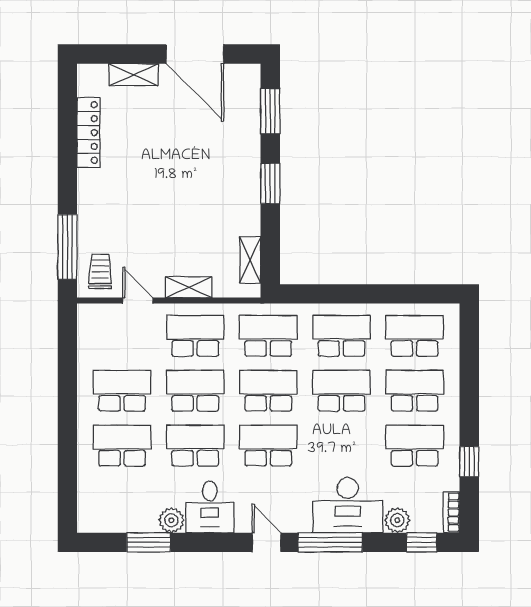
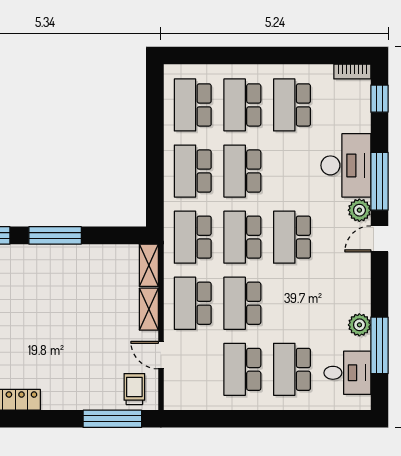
window: (270, 184) -> (55, 235), width x1.44
shelving: (250, 260) -> (149, 265), moved, turned 90
trolley: (100, 271) -> (134, 389), turned 90
door: (138, 301) -> (161, 355), hinge flipped
school desk: (195, 446) -> (292, 303), removed
window: (469, 462) -> (306, 55), removed
desk: (210, 507) -> (347, 373), moved
plant: (397, 520) -> (359, 210), moved
window: (149, 542) -> (379, 345), width x1.44

